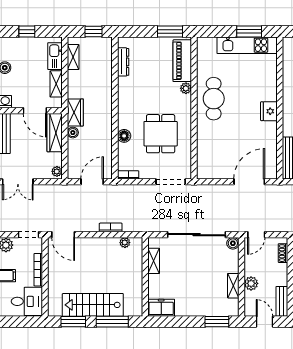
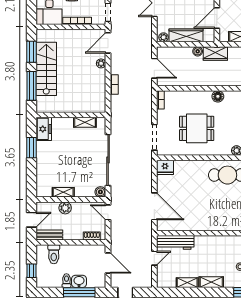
fridge: (269, 111) -> (165, 167), moved, turned 180
wardrobe: (55, 133) -> (186, 35), moved
floor lamp: (124, 136) -> (218, 96), moved
plant: (125, 243) -> (101, 63), moved
window: (217, 322) -> (32, 148), moved

